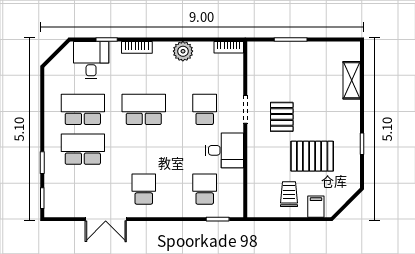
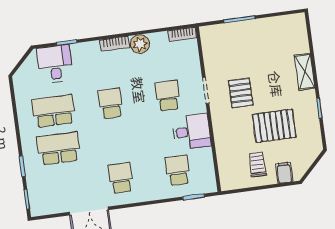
bookcase: (137, 47) -> (115, 44), moved
shelving: (352, 80) -> (305, 72), moved
school desk: (144, 109) -> (111, 103), width x0.54

